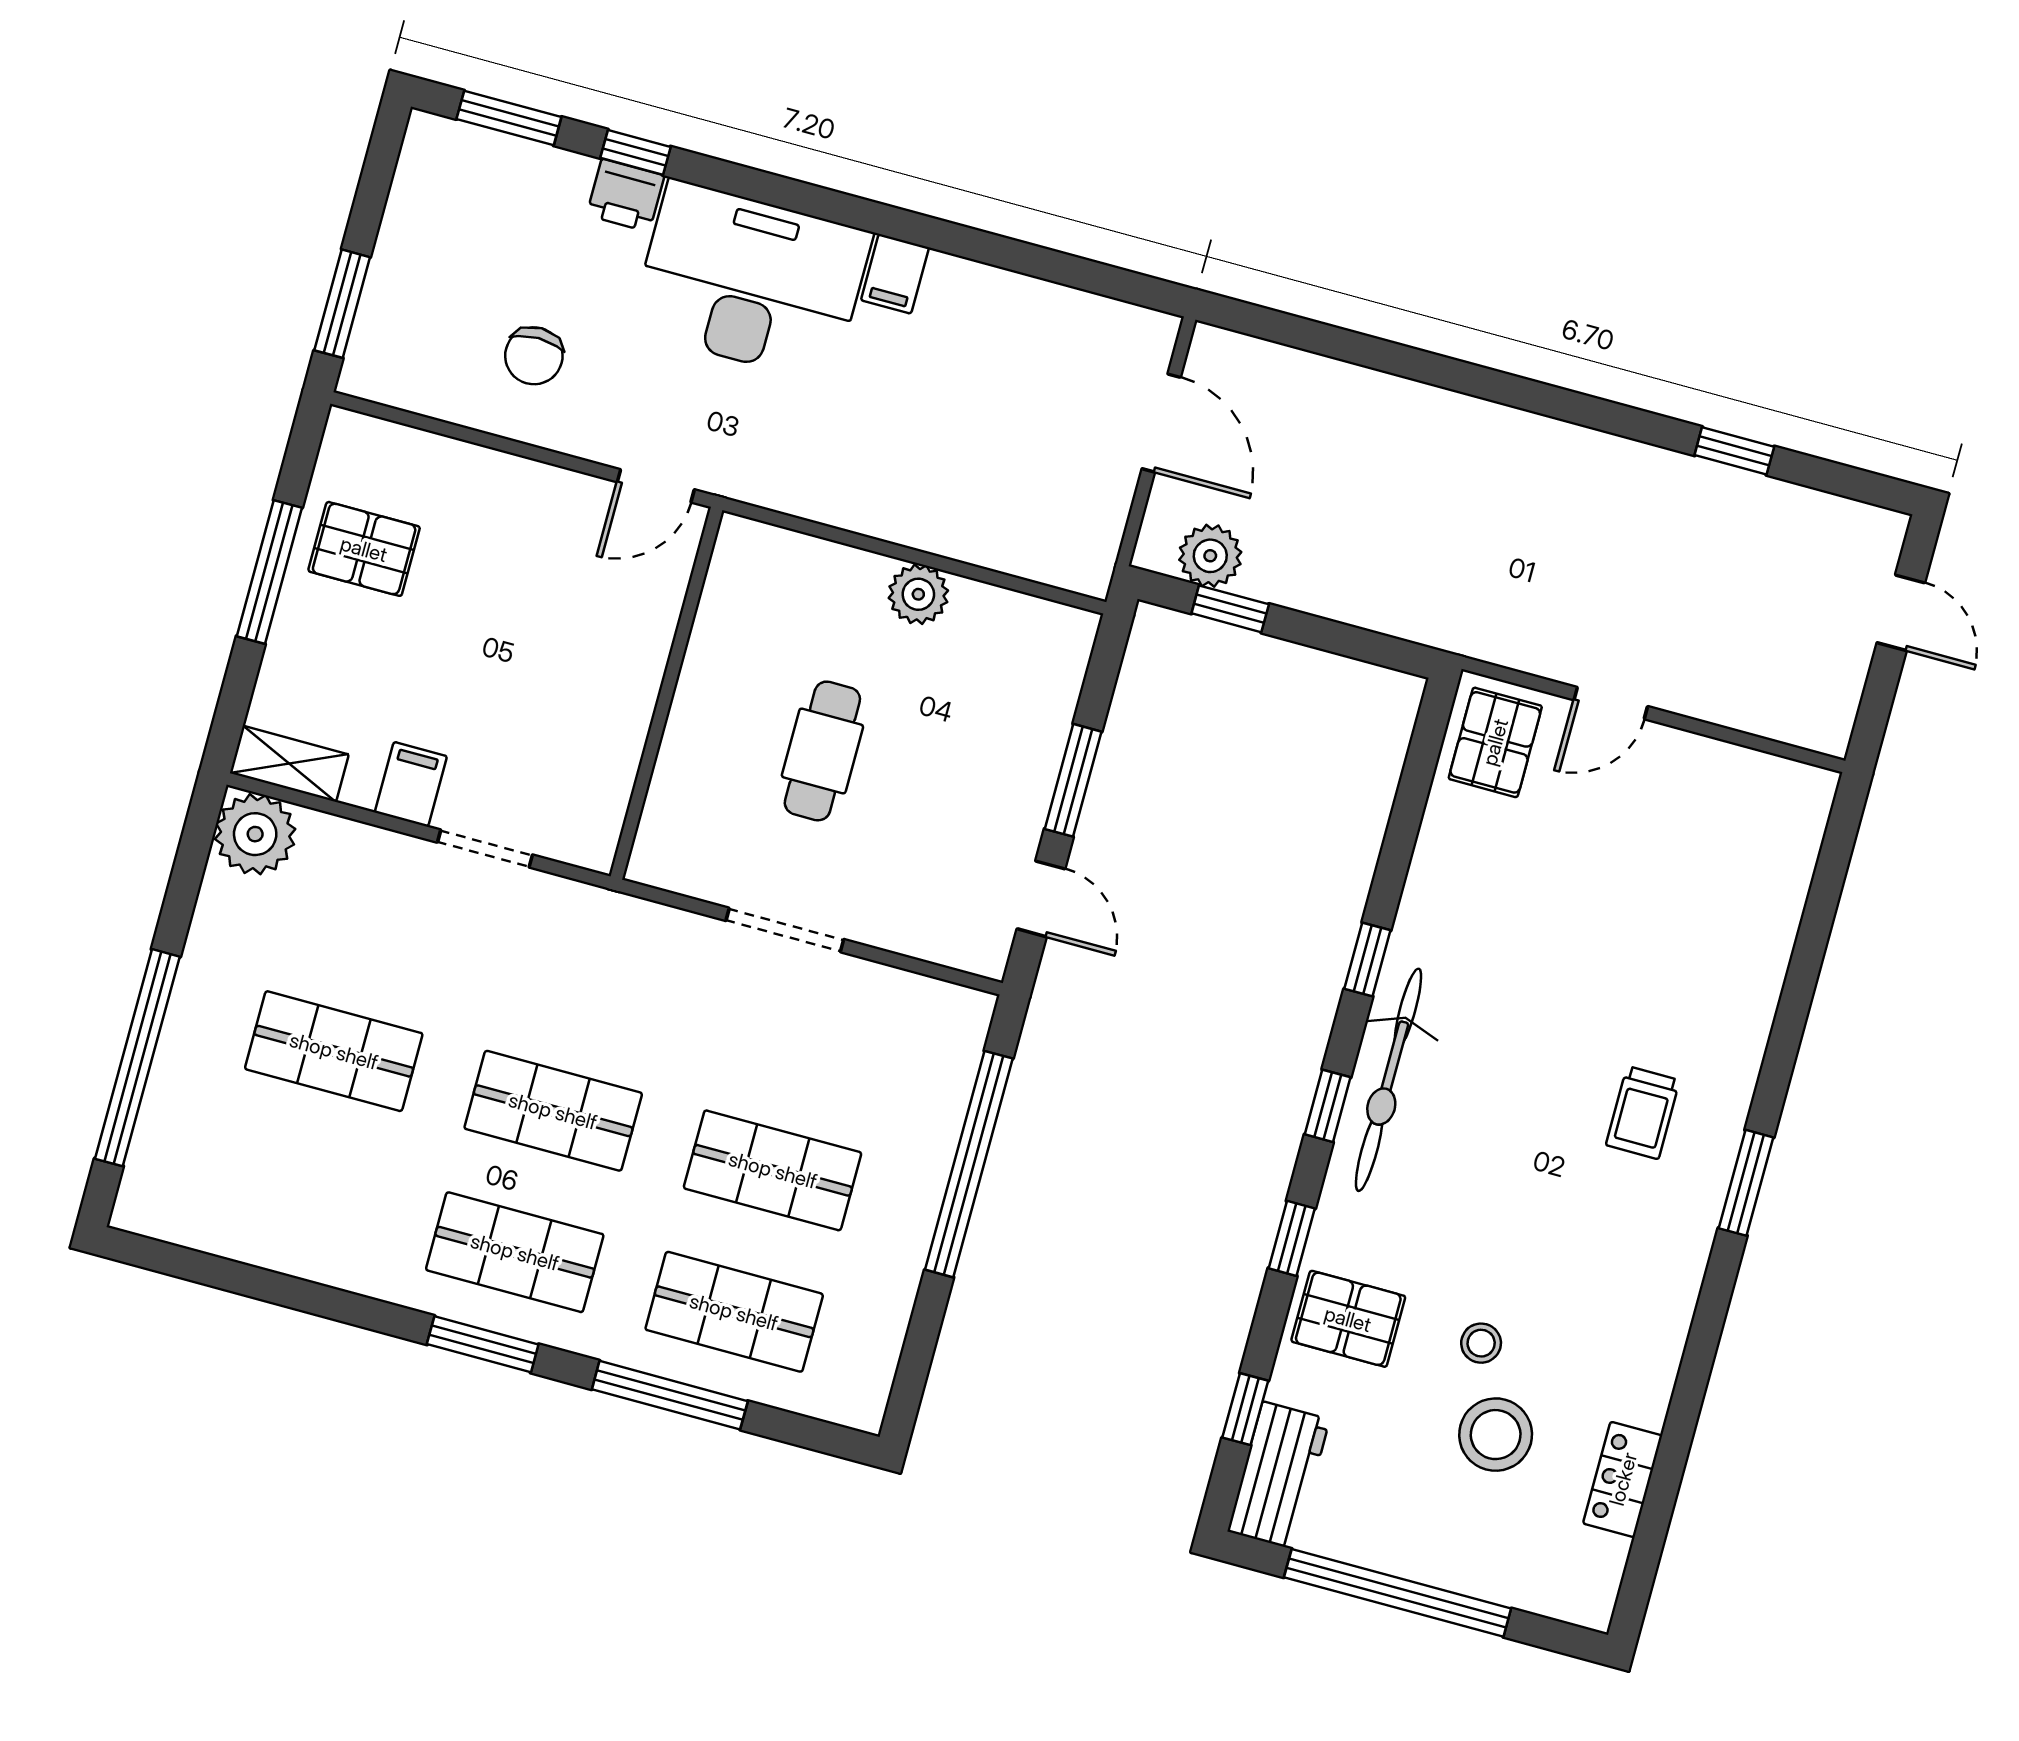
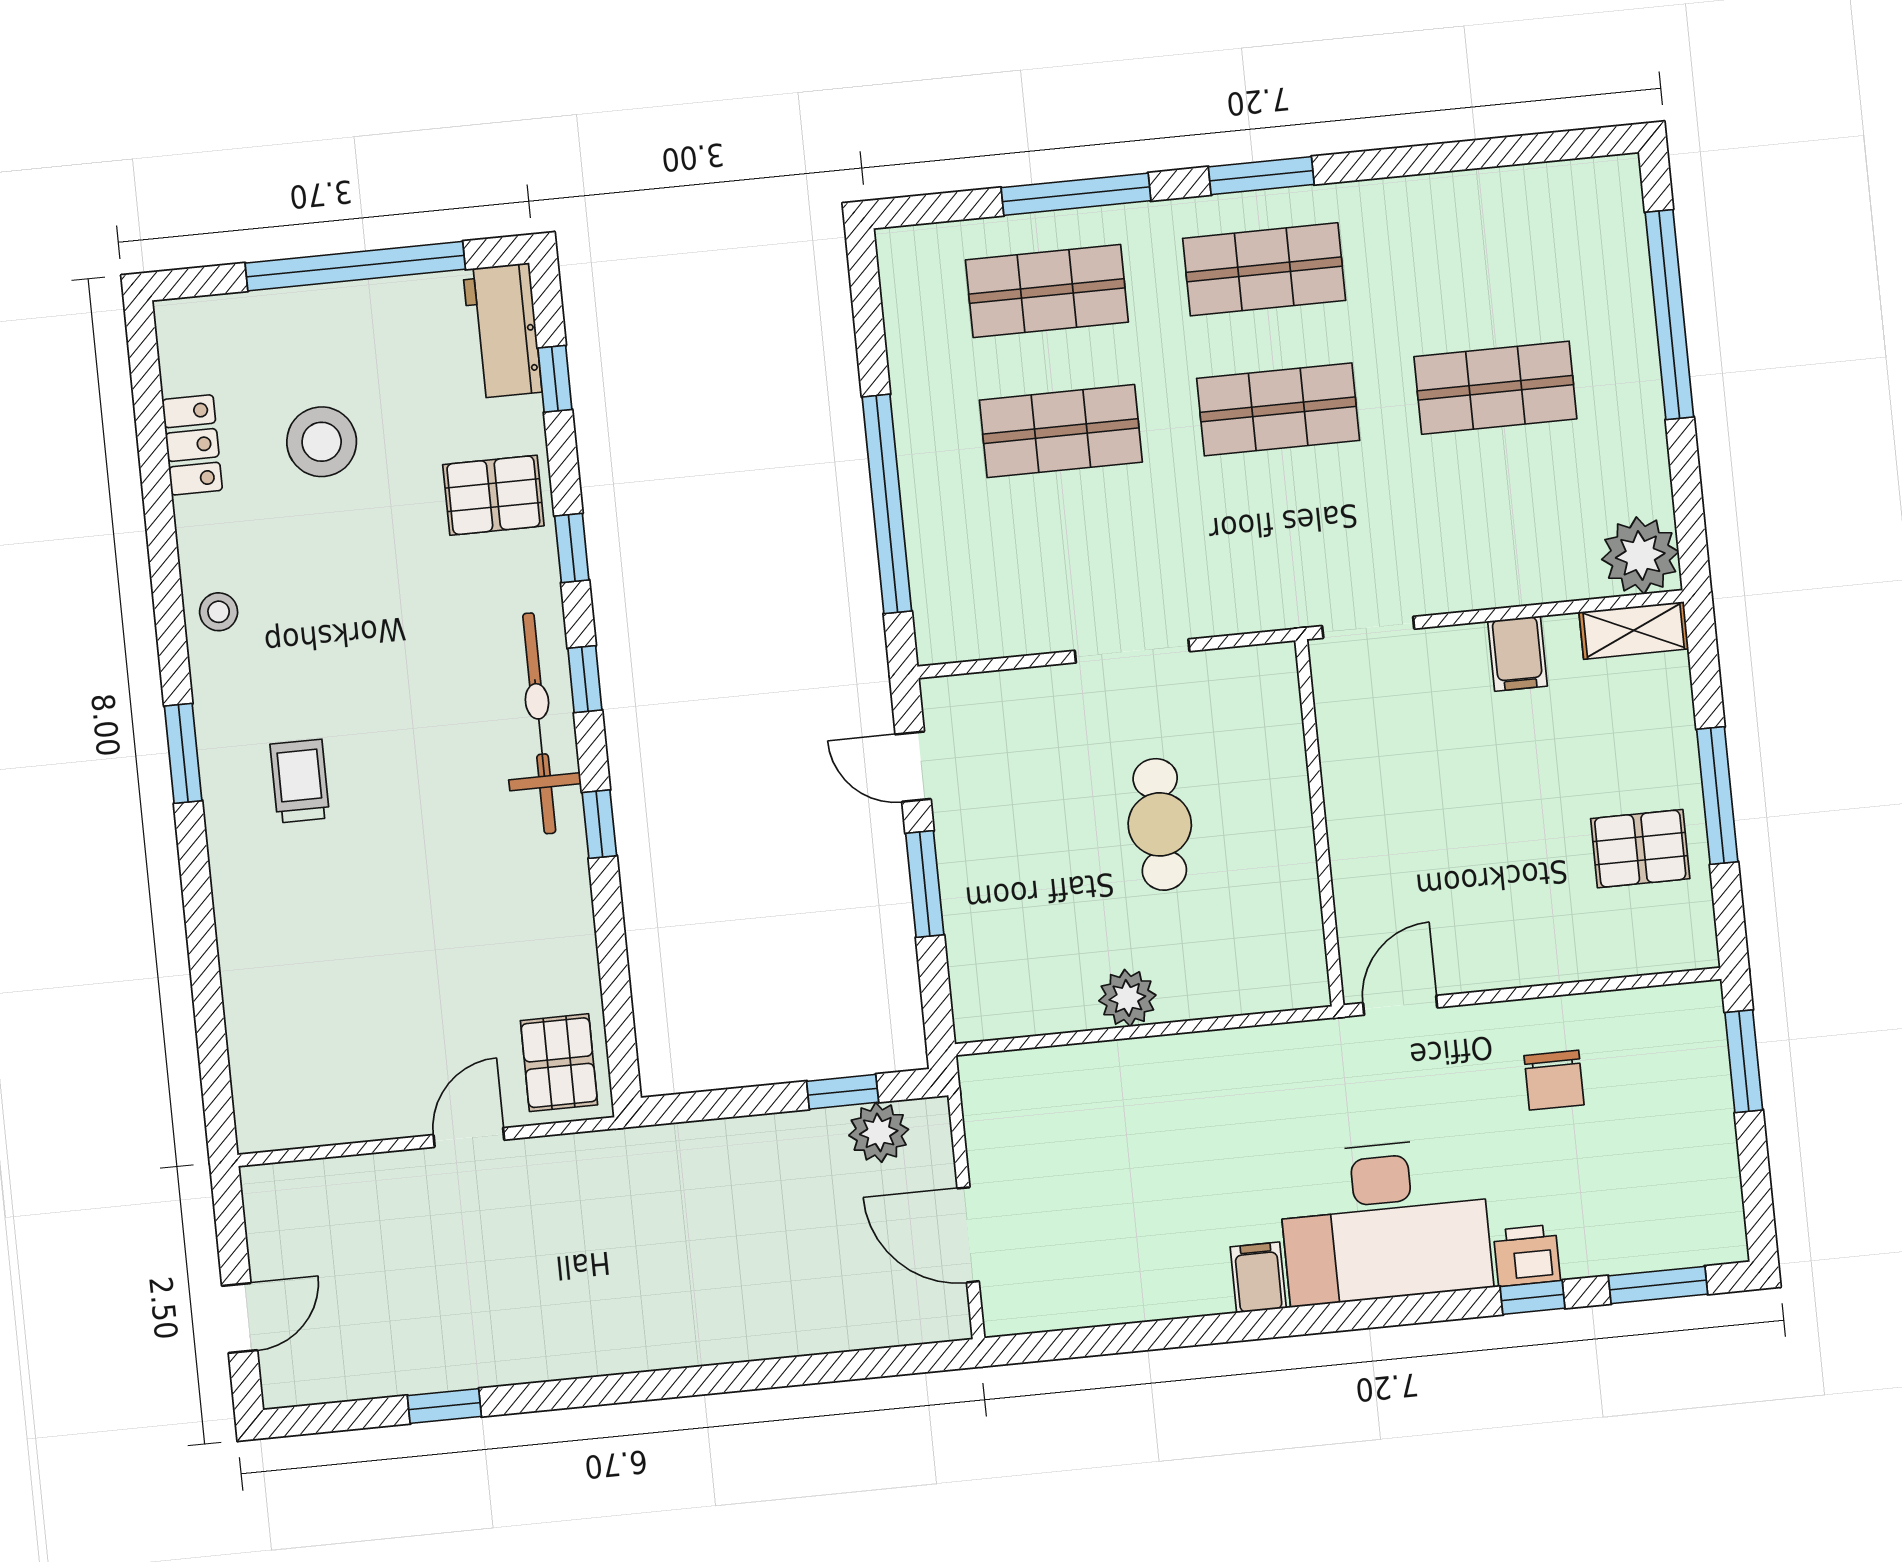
chair: (534, 356) -> (1554, 1080), turned 180
door: (1901, 613) -> (240, 1318), swing flipped
doorway: (485, 849) -> (1368, 627), moved
stool: (1481, 1343) -> (219, 612), moved

